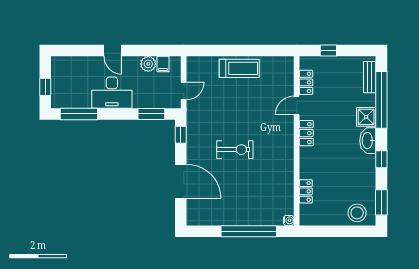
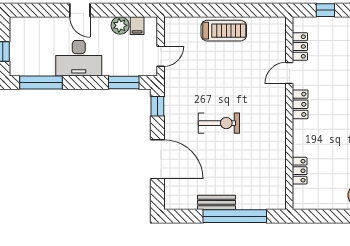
bench: (233, 219) -> (216, 202), added
water cooler: (289, 220) -> (280, 204), removed

